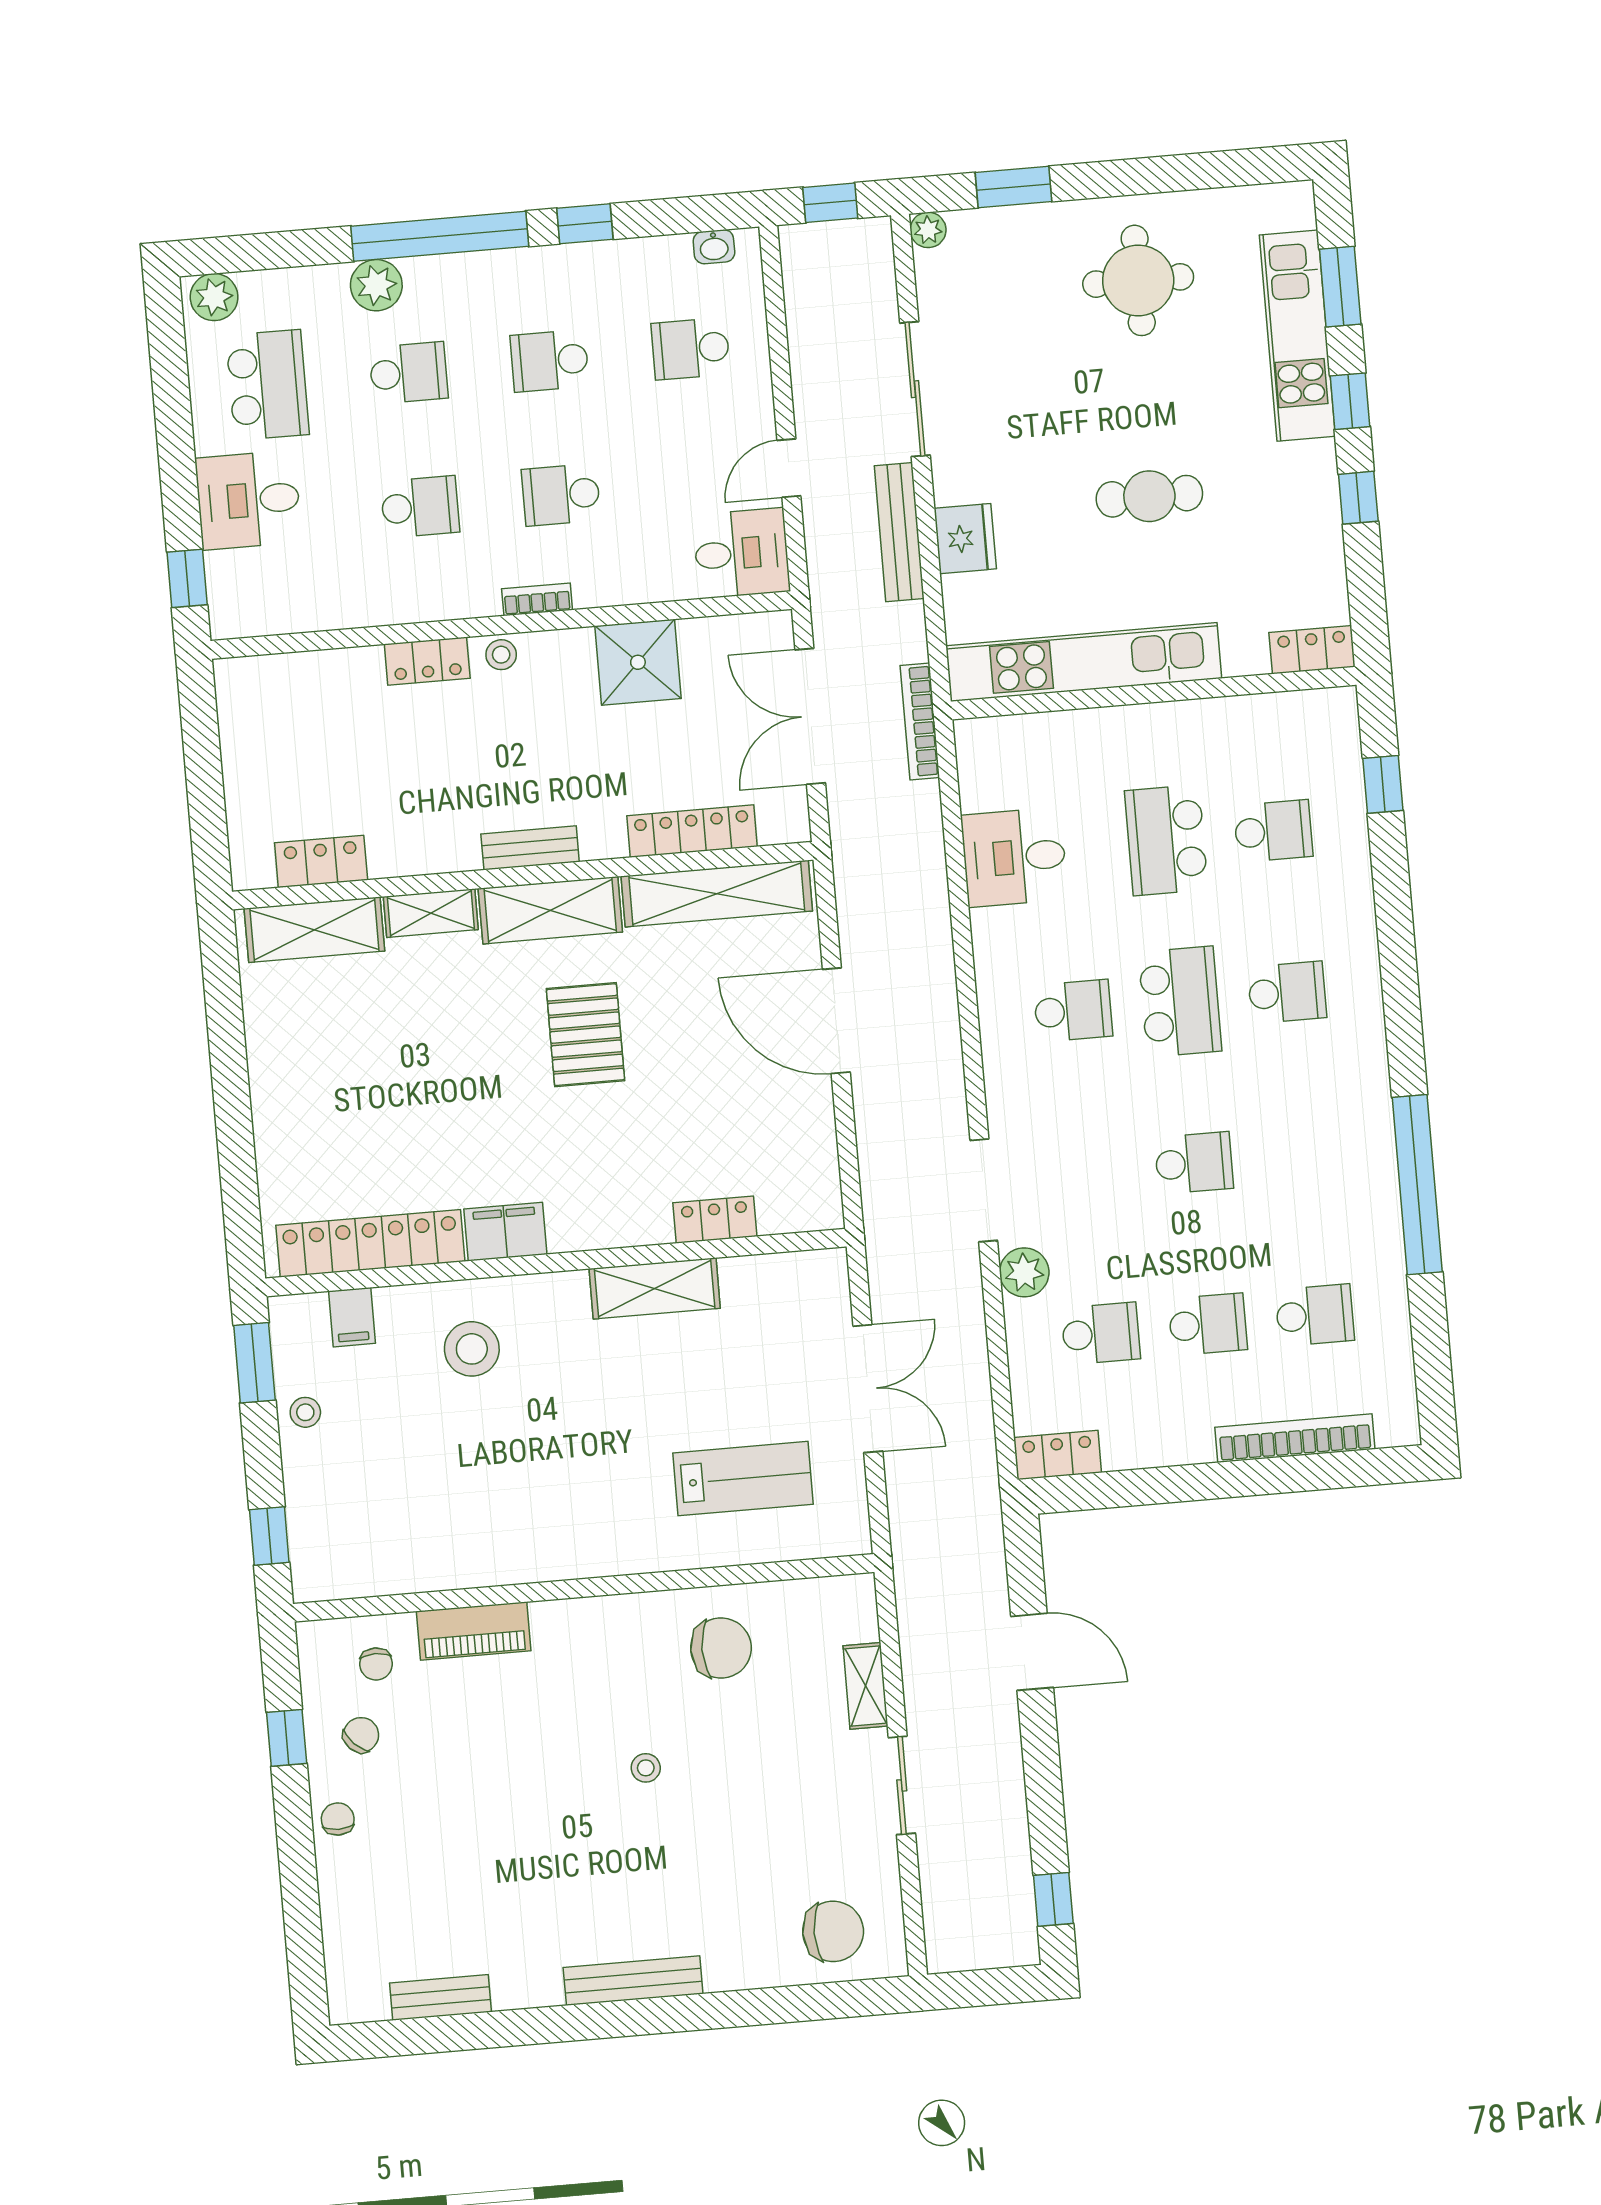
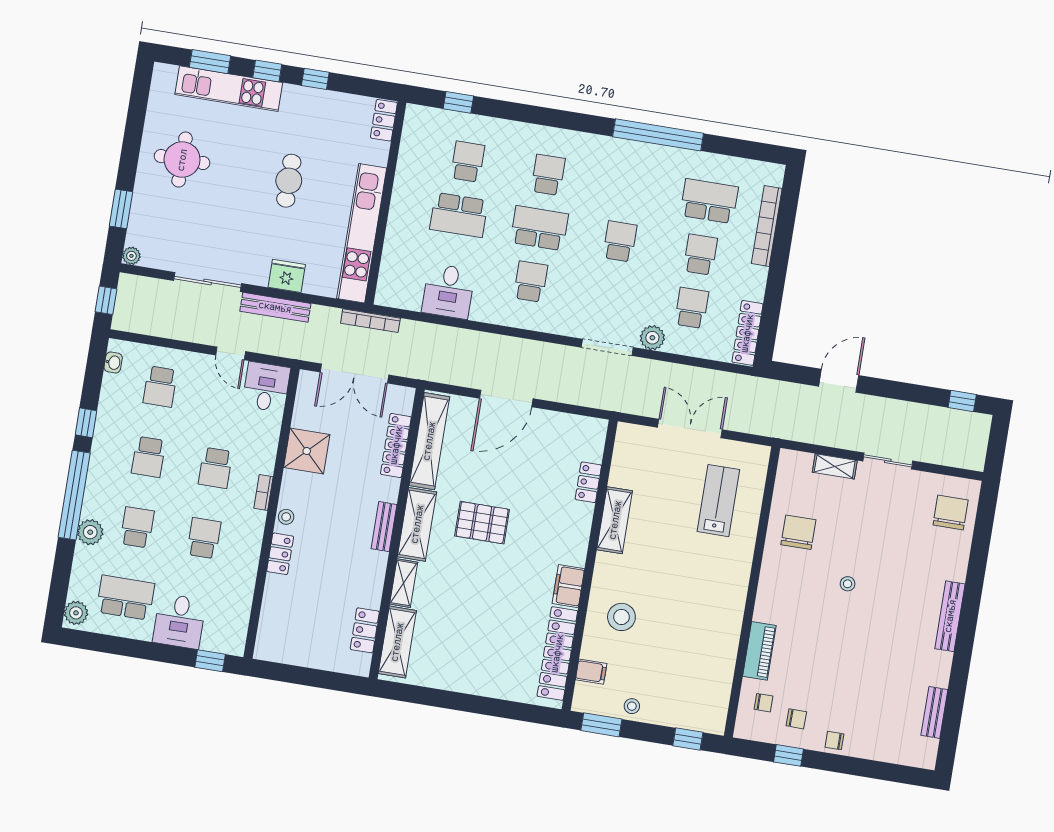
school desk: (1315, 1315) -> (709, 201), width x1.85
locker: (1058, 1455) -> (747, 333), width x1.53
chair: (361, 1735) -> (796, 719), turned 136

